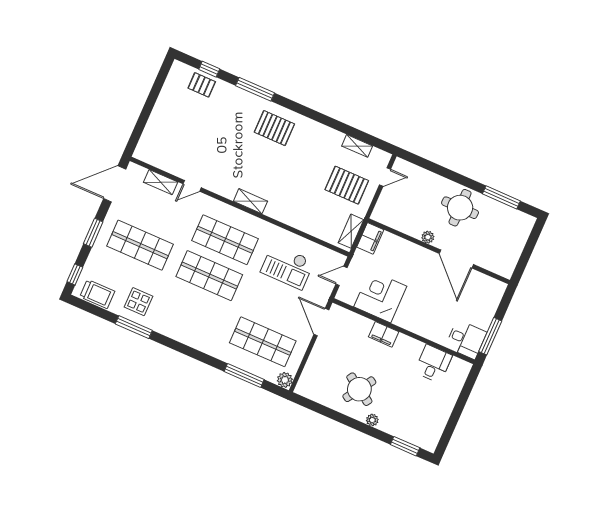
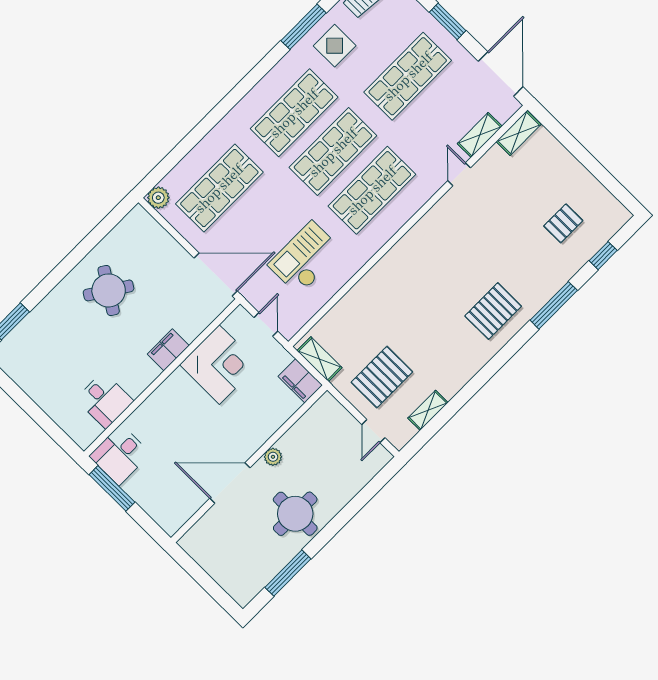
pallet: (202, 85) -> (563, 223), moved
shelving: (250, 201) -> (519, 133), moved
shop shelf: (194, 311) -> (294, 113), added
door: (321, 322) -> (216, 275), width x1.36
window: (244, 376) -> (185, 147), removed
plant: (372, 420) -> (62, 292), removed

